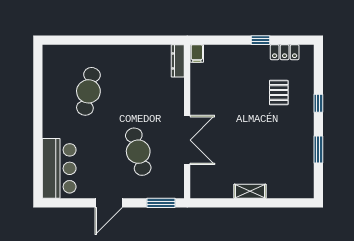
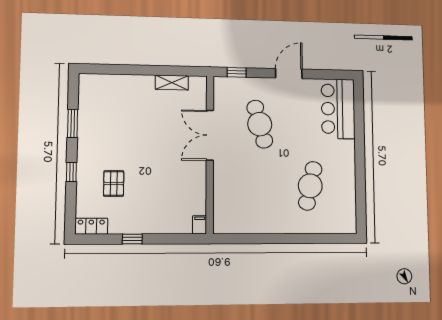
locker: (285, 52) -> (91, 226), moved
dresser: (178, 61) -> (219, 217), removed
shelving: (250, 191) -> (172, 83), moved
window: (161, 203) -> (237, 72), width x0.67

